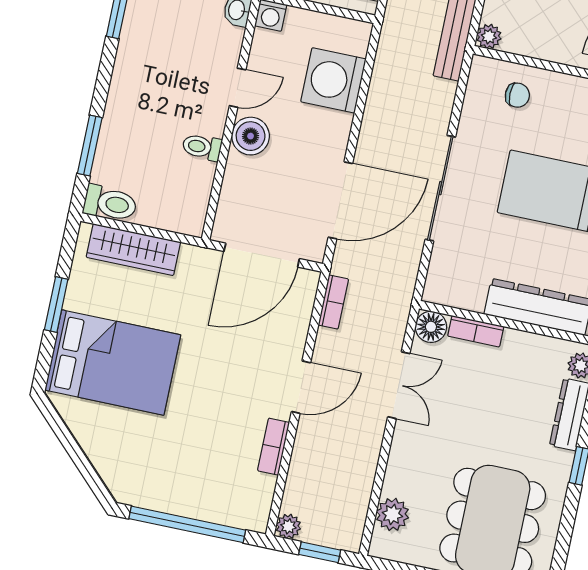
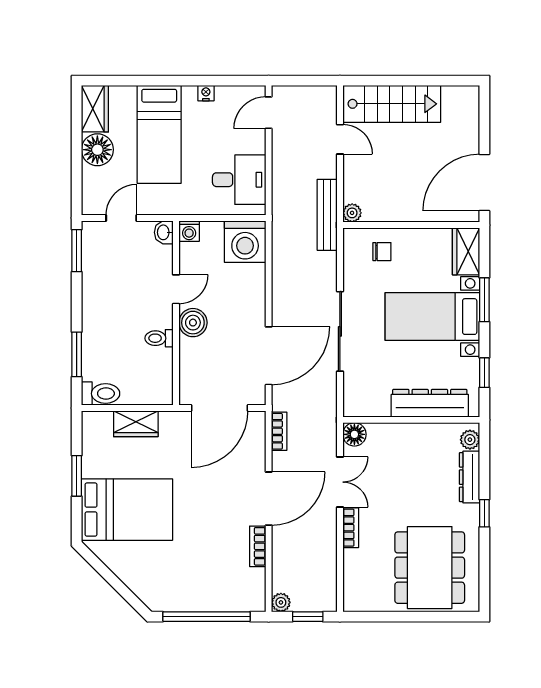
washing machine: (333, 80) -> (245, 242), moved, turned -90
wardrobe: (133, 250) -> (136, 424), width x0.67
bookcase: (476, 331) -> (351, 528), moved, turned -90
door: (301, 387) -> (269, 499), width x1.36
plant: (392, 514) -> (355, 578), removed

